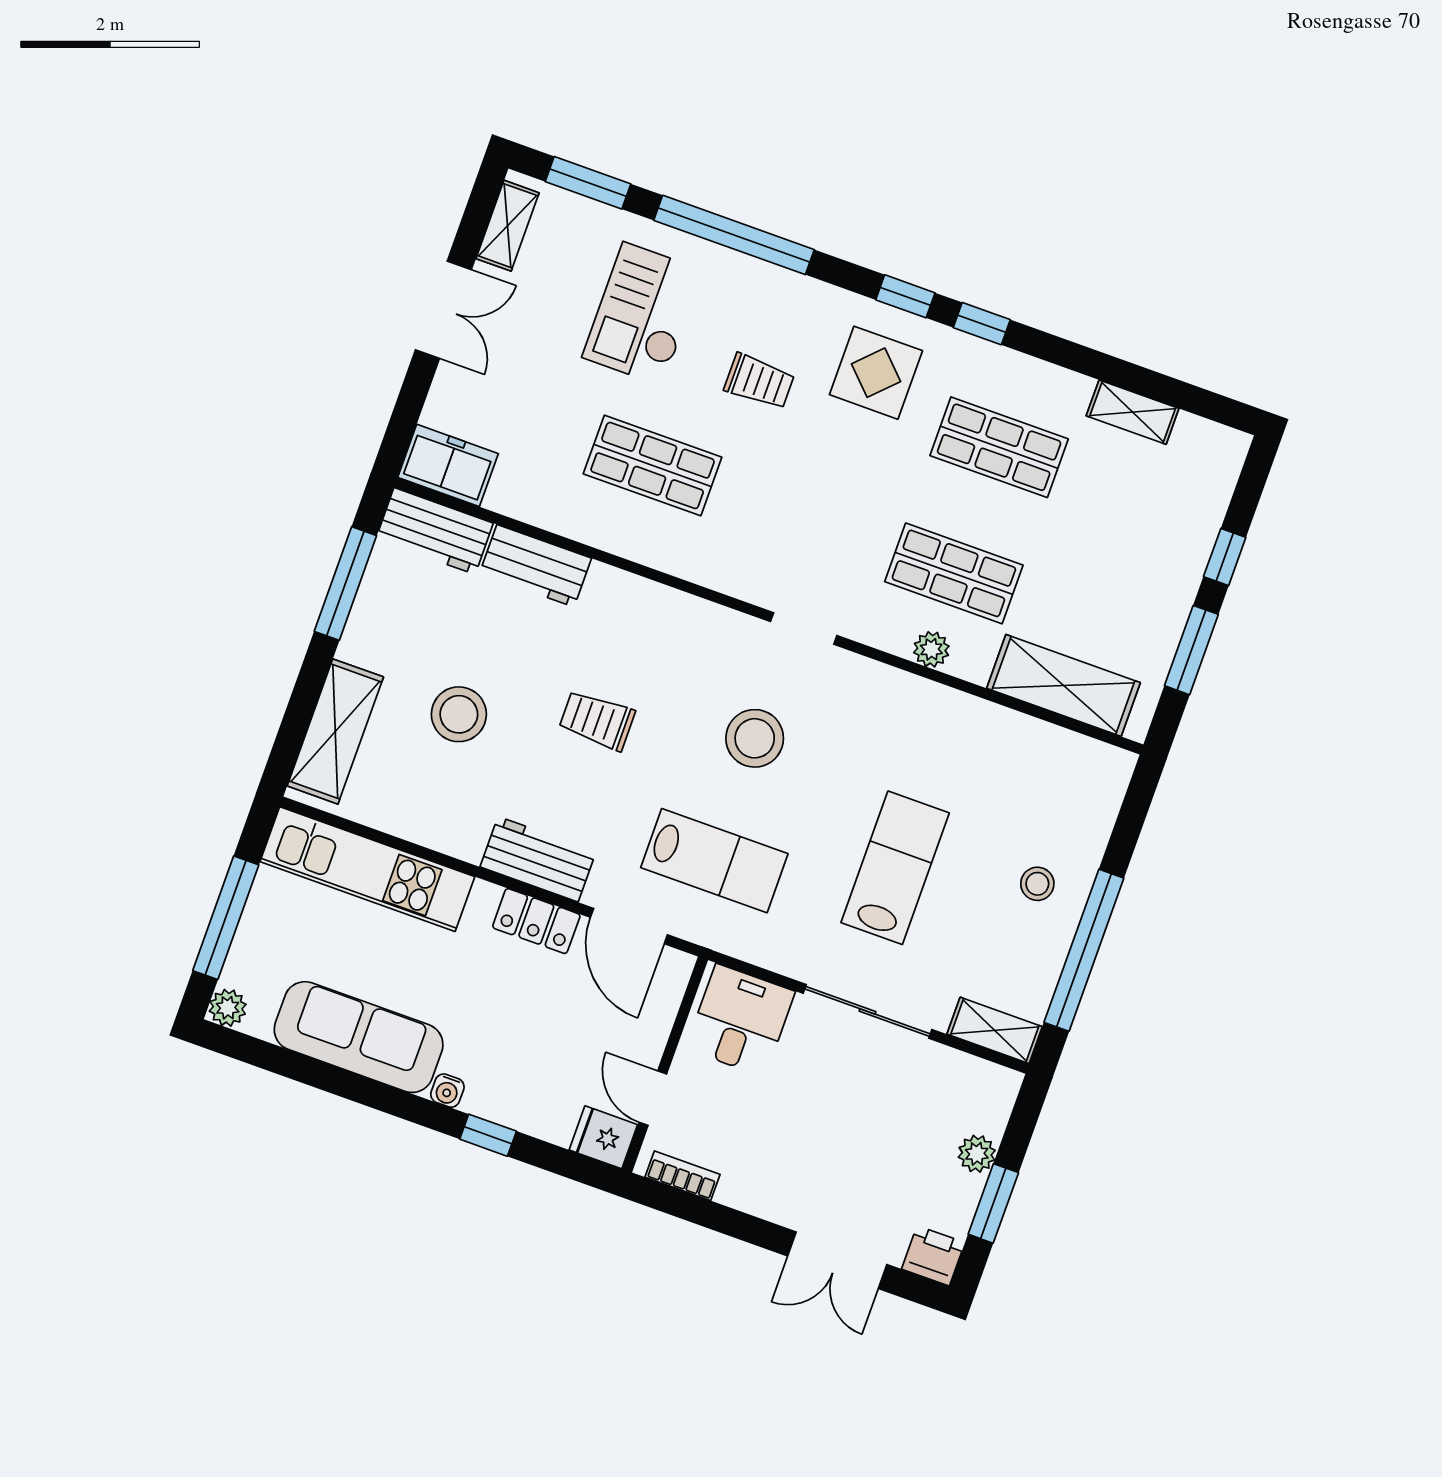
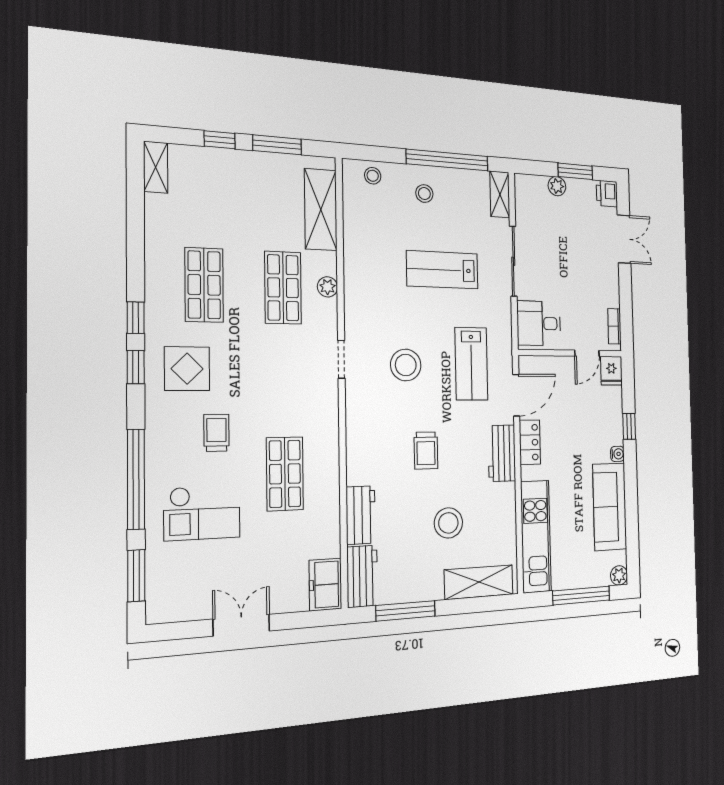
shelving: (508, 226) -> (179, 611), removed
shelving: (1133, 412) -> (156, 167), moved
stool: (1095, 799) -> (373, 176), added
lab bench: (714, 861) -> (471, 364), turned 180

